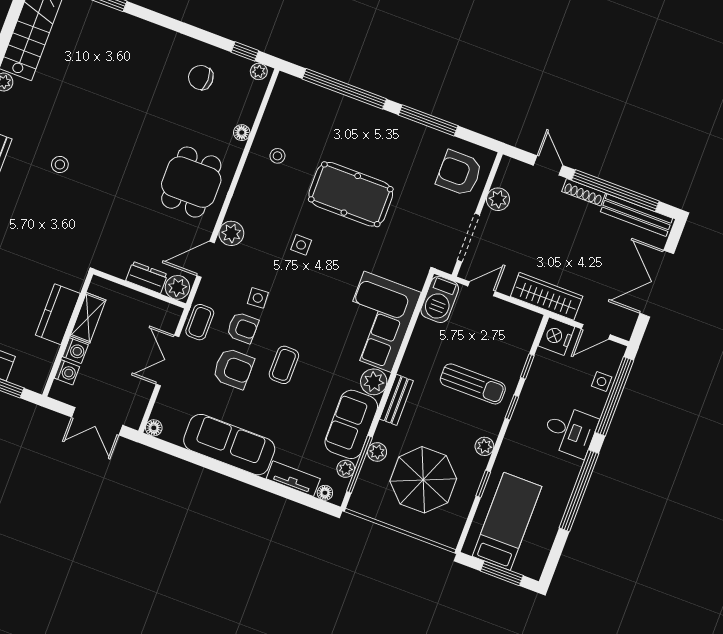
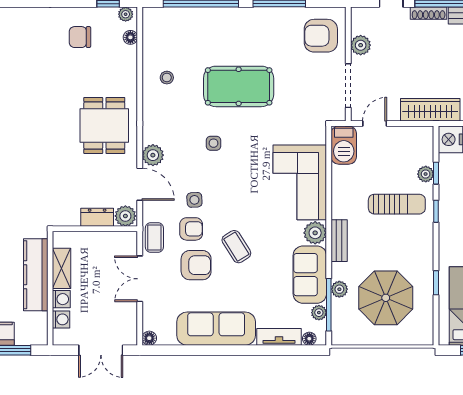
floor lamp: (242, 133) -> (130, 37), moved
door: (206, 259) -> (140, 184), swing flipped
kitchen counter: (58, 314) -> (36, 275), width x1.50
coffee table: (284, 365) -> (236, 247), turned -32
plant: (484, 446) -> (426, 174), moved

